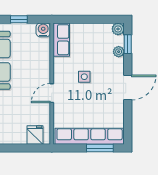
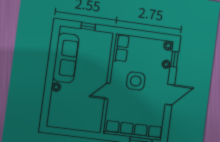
water cooler: (43, 30) -> (107, 38), removed
side table: (84, 77) -> (136, 81), width x1.87, depth x1.87
fridge: (35, 135) -> (89, 124), removed

